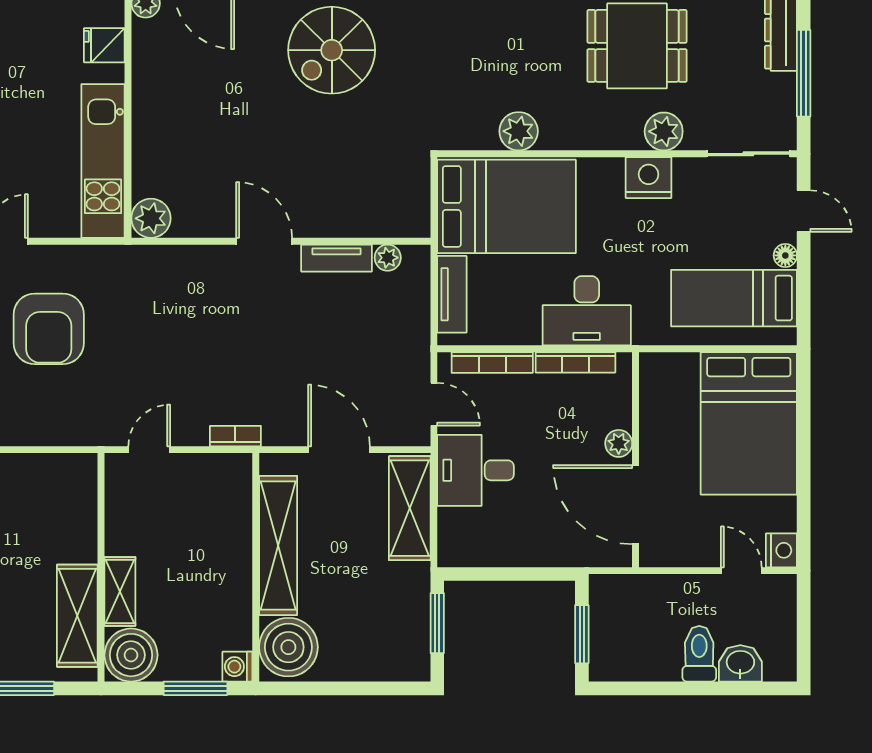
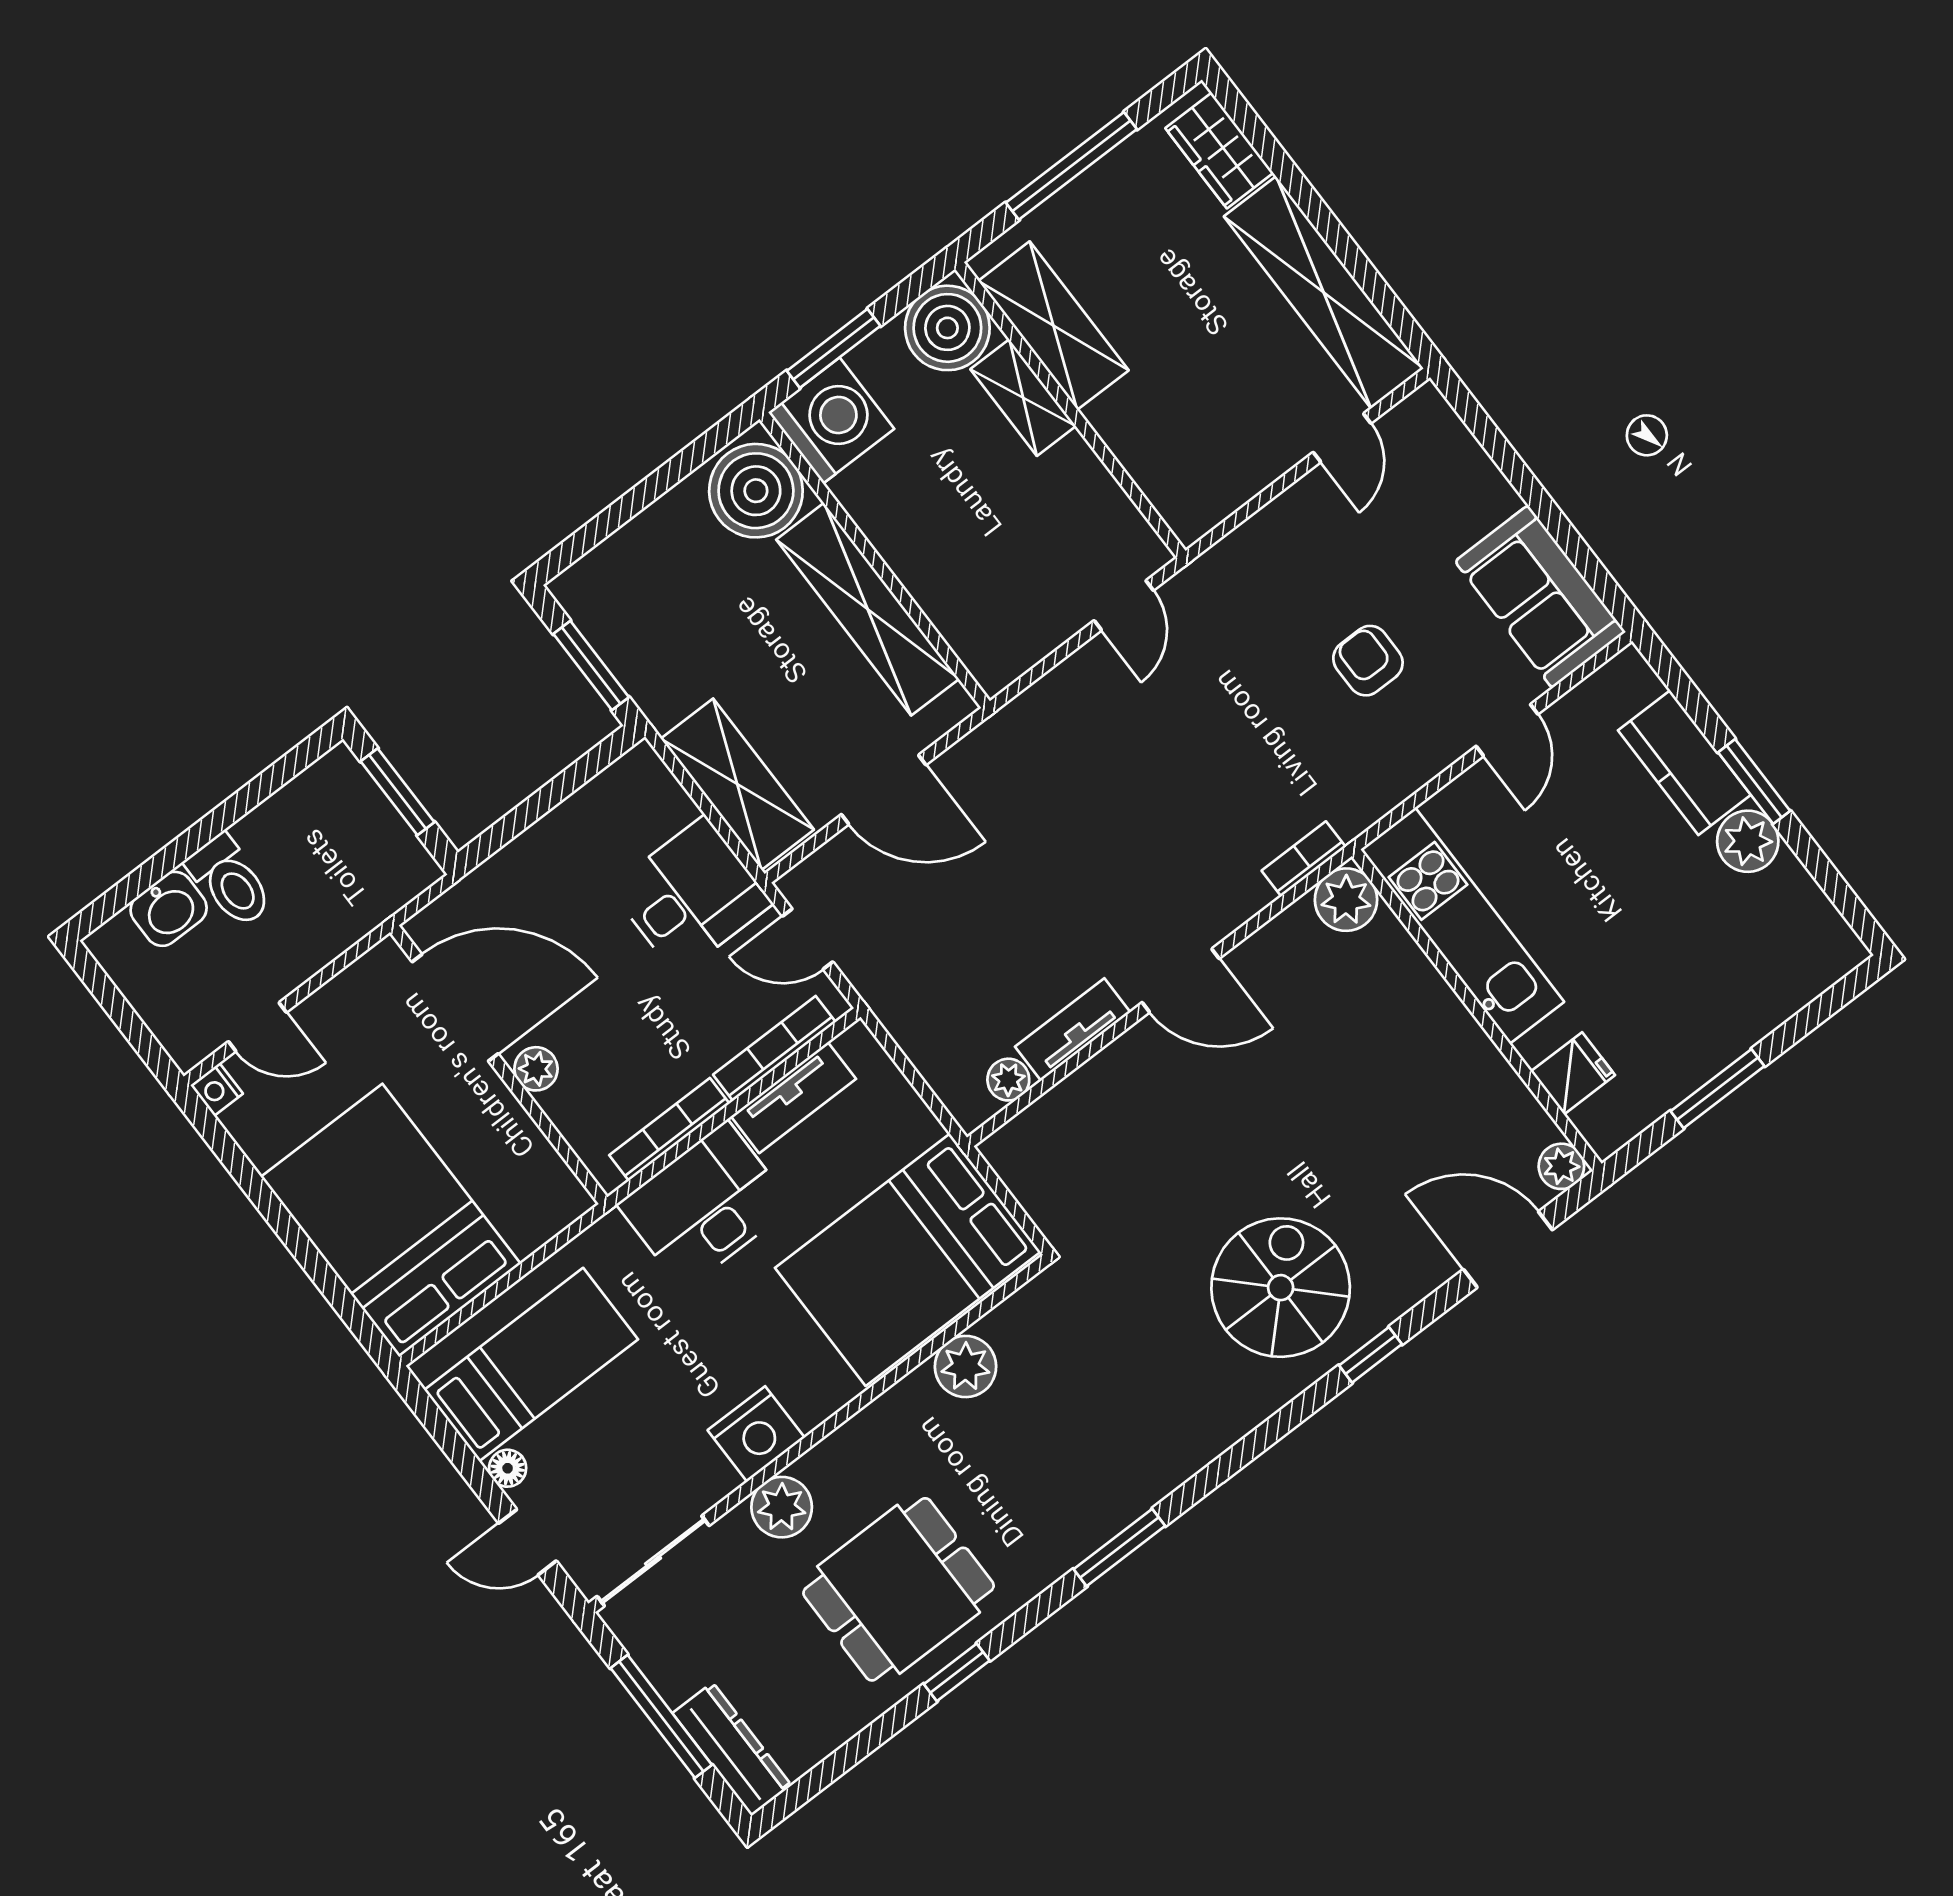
tv unit: (452, 294) -> (793, 1098), moved, turned -90
armchair: (49, 329) -> (1368, 661), width x0.53, depth x0.53
bookcase: (235, 436) -> (1304, 859), moved, turned 180
nightstand: (781, 550) -> (217, 1089), width x0.72, depth x0.74
washing machine: (237, 667) -> (831, 420), width x1.89, depth x1.89

